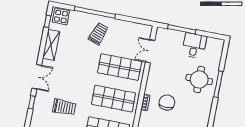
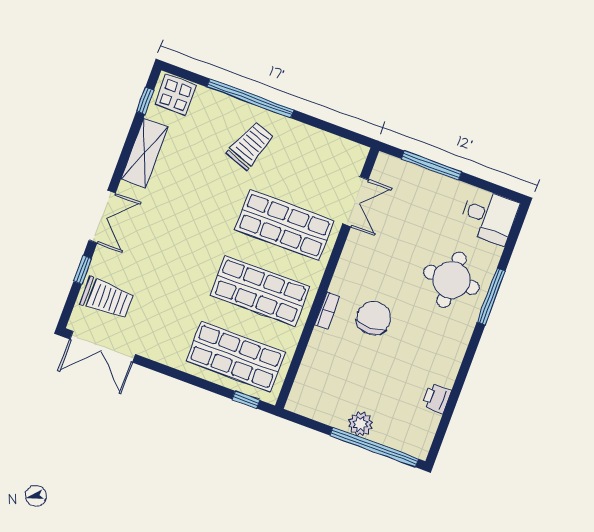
desk: (194, 46) -> (489, 216), moved, turned 90
double door: (150, 51) -> (355, 202), swing flipped
trolley: (64, 107) -> (107, 298), moved

